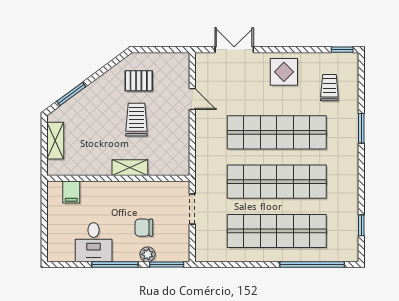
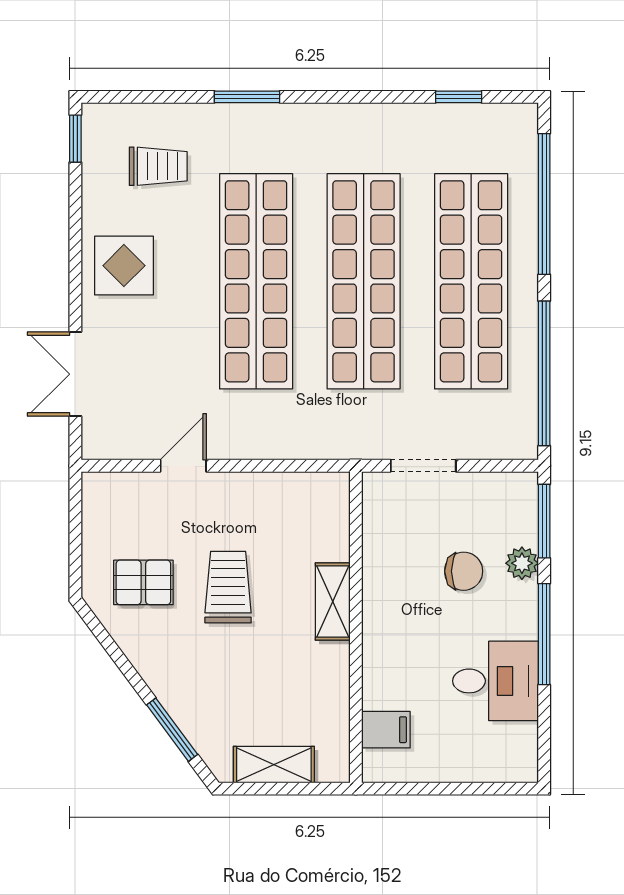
pallet: (139, 81) -> (143, 582), turned 90
trolley: (329, 88) -> (158, 166), turned 180
trolley: (137, 120) -> (228, 587), turned 90
chair: (144, 228) -> (464, 571), turned -90
window: (235, 265) -> (544, 373), added

